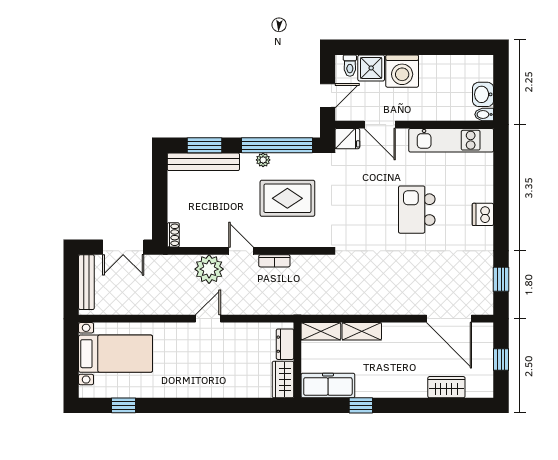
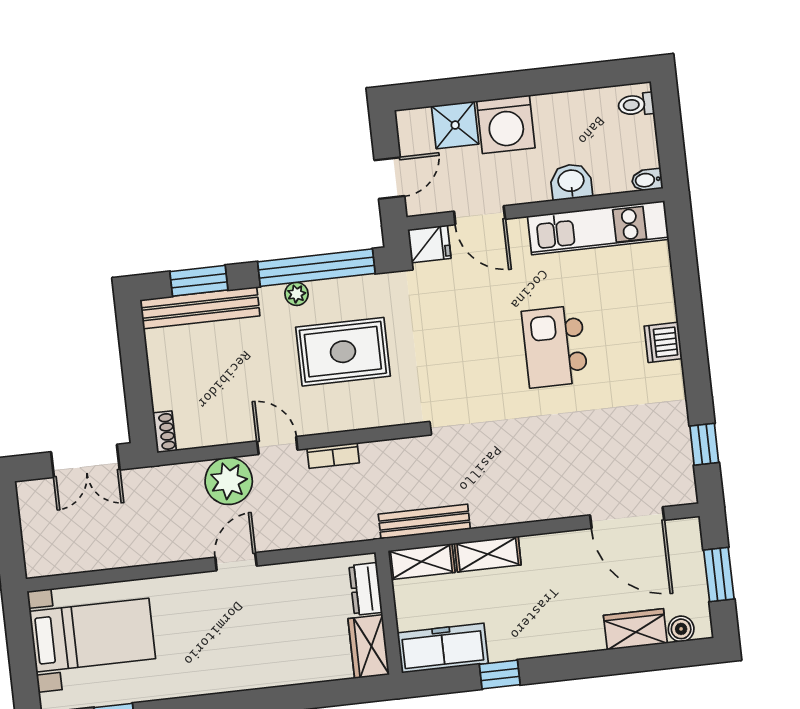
toilet: (350, 66) -> (636, 105), moved, turned 90
washbasin: (483, 94) -> (571, 182), moved, turned 90
bench: (86, 282) -> (424, 522), moved, turned 90
window: (501, 360) -> (719, 574), width x1.50
boiler: (474, 390) -> (681, 629), added

